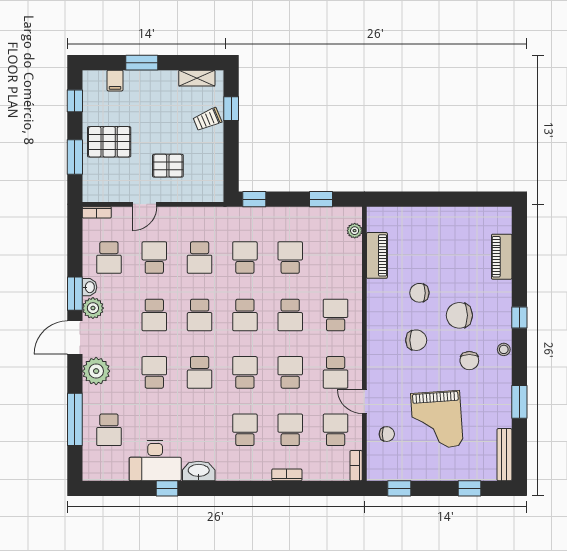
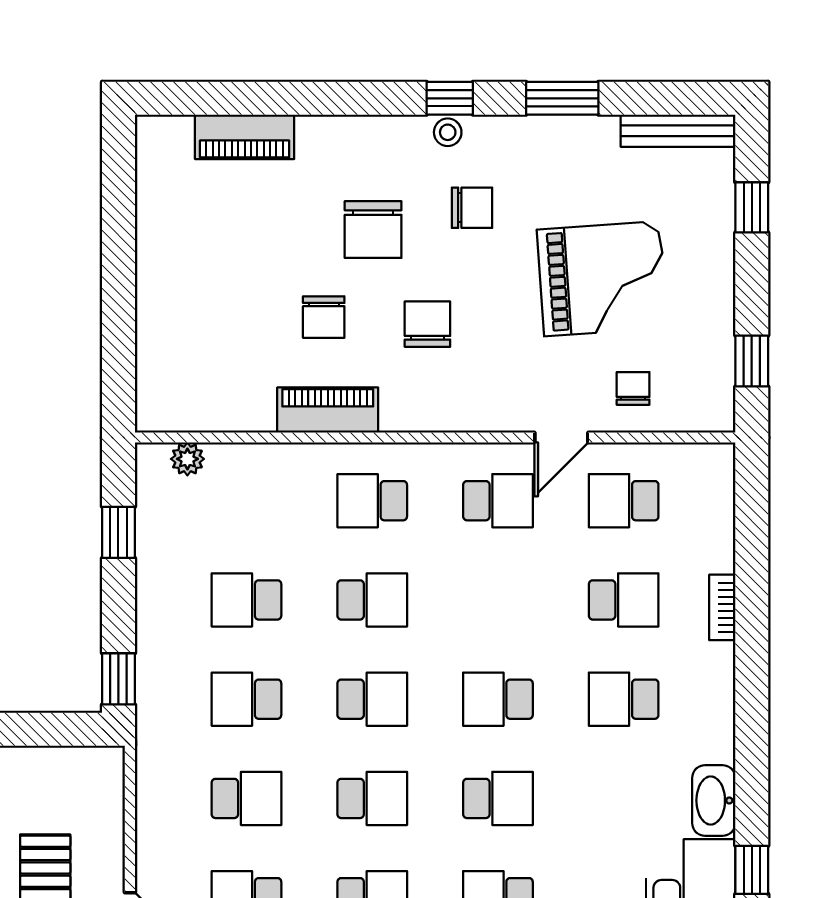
piano: (377, 255) -> (328, 410), moved
window: (519, 317) -> (450, 98), moved
school desk: (290, 372) -> (498, 600), removed
school desk: (290, 430) -> (624, 600), turned 180
bookcase: (356, 466) -> (702, 456), removed

